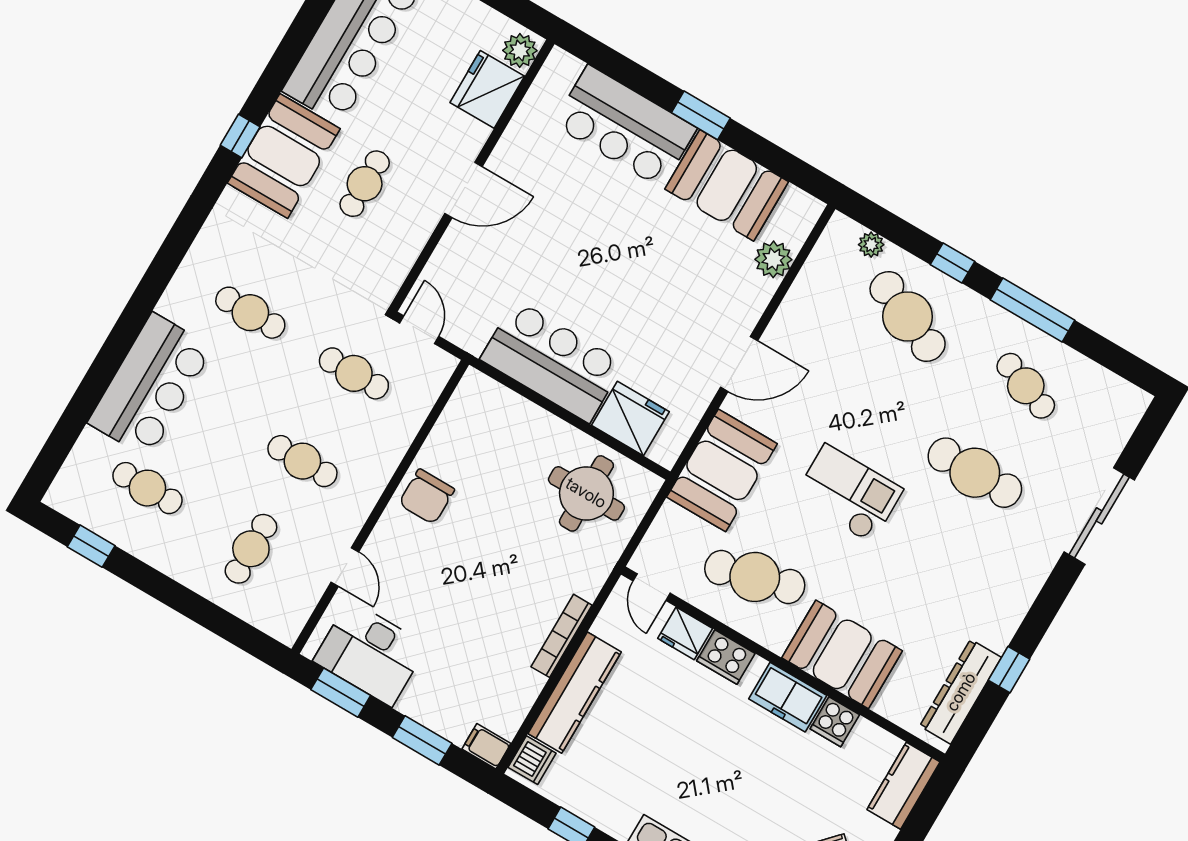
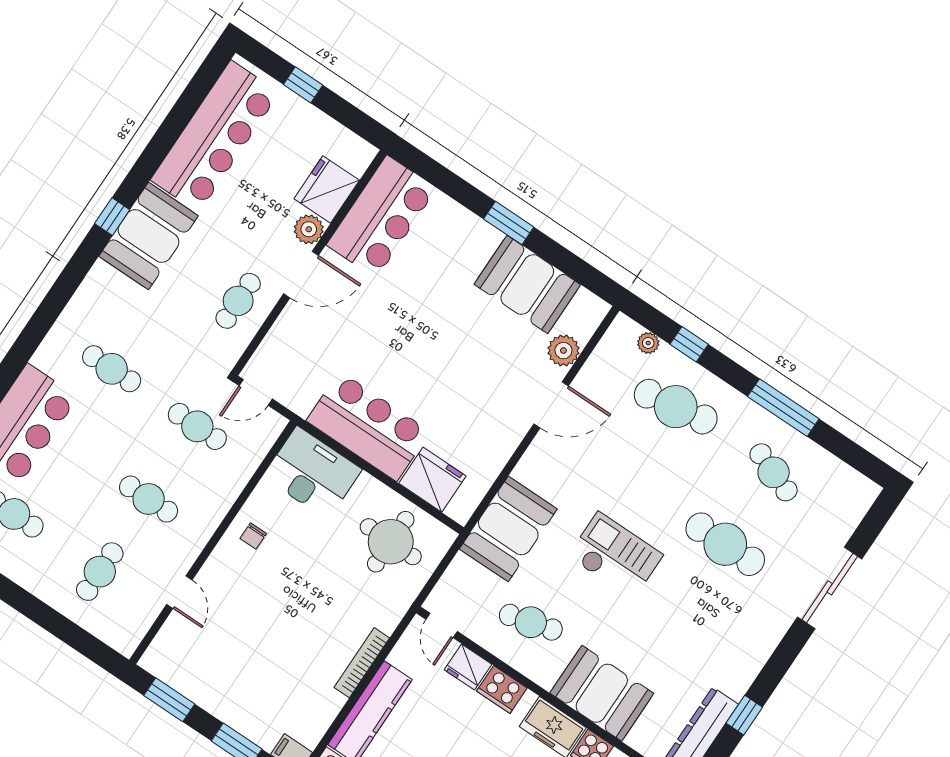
plant: (520, 51) -> (309, 229), moved
bar counter: (625, 126) -> (382, 217), moved, turned -90
cafe table: (365, 184) -> (238, 301), moved
window: (952, 263) -> (689, 344), moved
cafe table: (908, 316) -> (676, 407), turned -33
door: (419, 330) -> (256, 392), swing flipped
door: (739, 364) -> (551, 405), moved
chair: (427, 497) -> (253, 536), width x0.54, depth x0.54
cafe table: (755, 577) -> (531, 622), width x0.73, depth x0.74
desk: (370, 653) -> (312, 473), moved, turned 180

